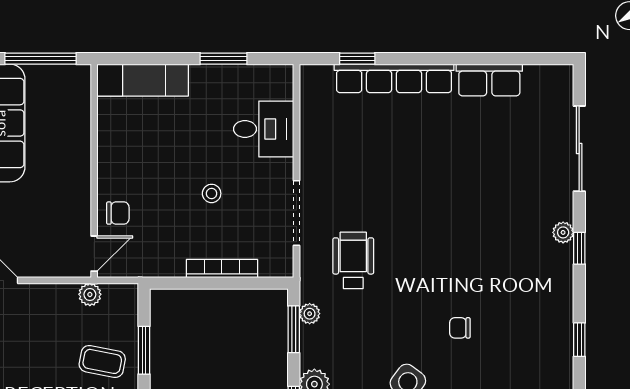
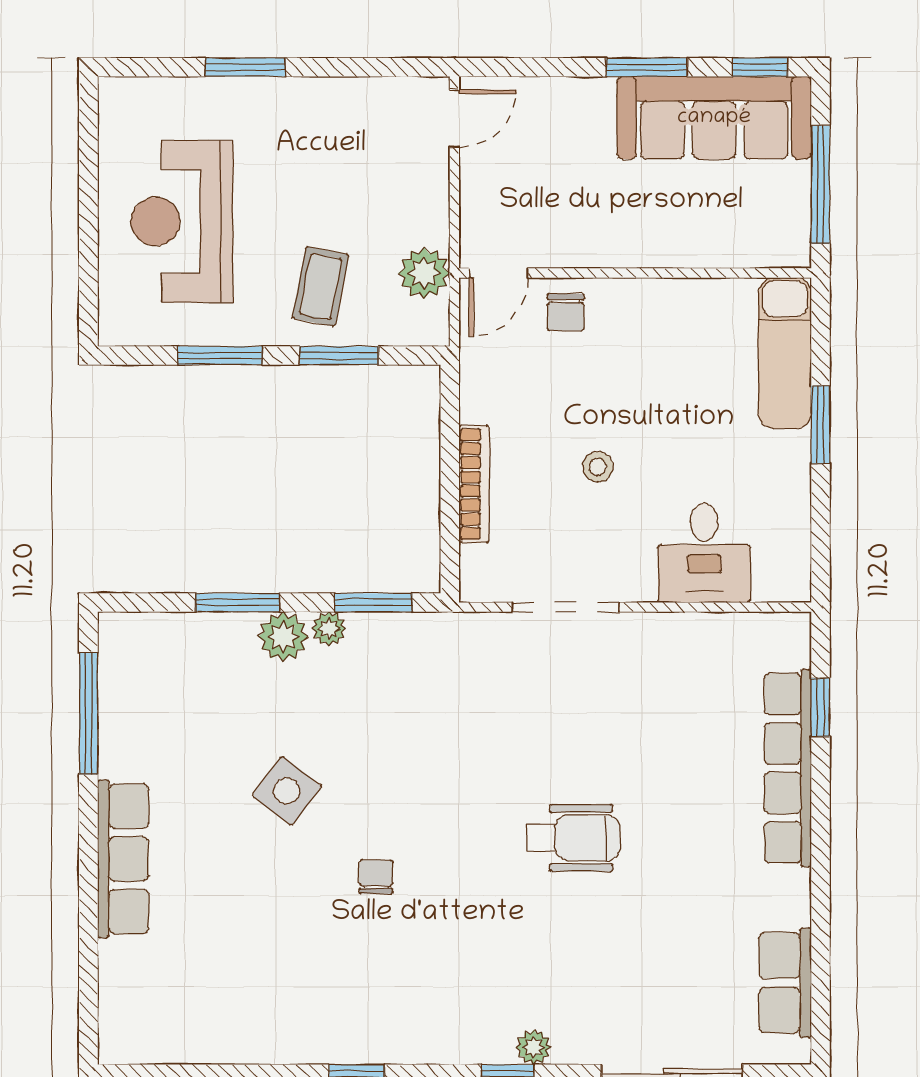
window: (224, 59) -> (820, 425), moved
row of seats: (489, 80) -> (785, 983), moved
door: (94, 254) -> (499, 273), hinge flipped
wheelchair: (353, 260) -> (574, 838), moved
plant: (90, 294) -> (424, 273), width x1.38, depth x1.38
plant: (310, 314) -> (329, 629), moved

